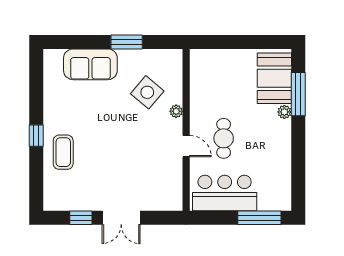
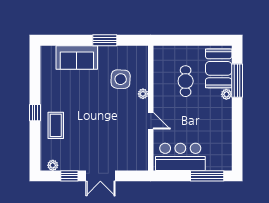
side table: (147, 92) -> (121, 79), turned -38
cafe table: (224, 138) -> (186, 81), moved
plant: (59, 204) -> (53, 165), added

